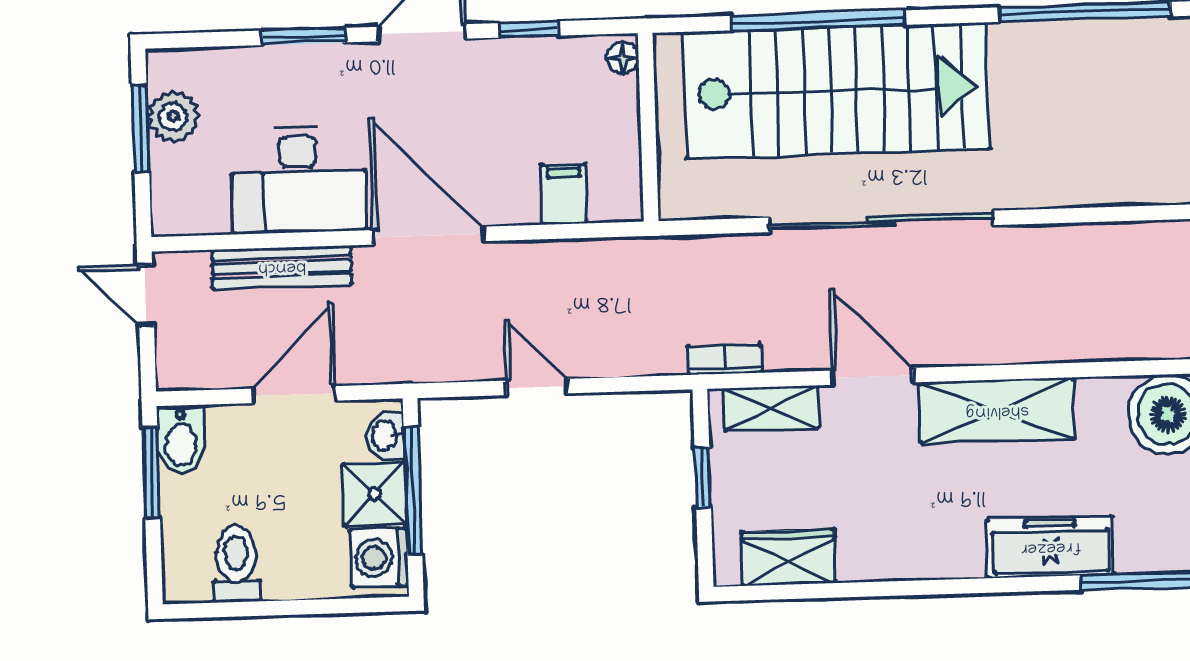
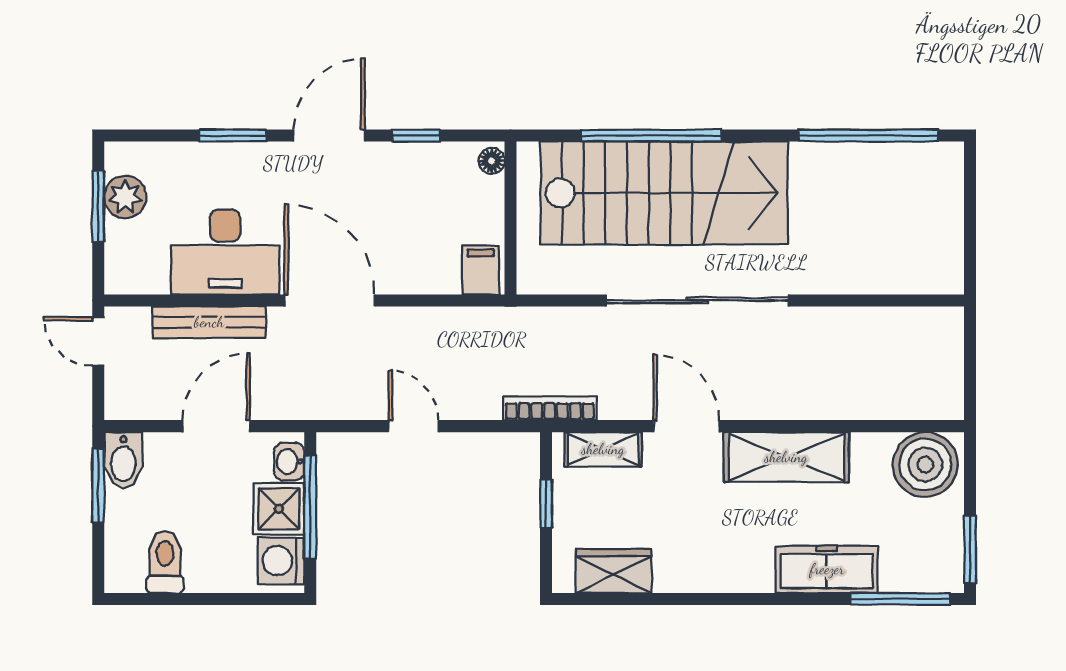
filing cabinet: (564, 194) -> (481, 270), moved
bookcase: (724, 359) -> (550, 408), width x1.56

